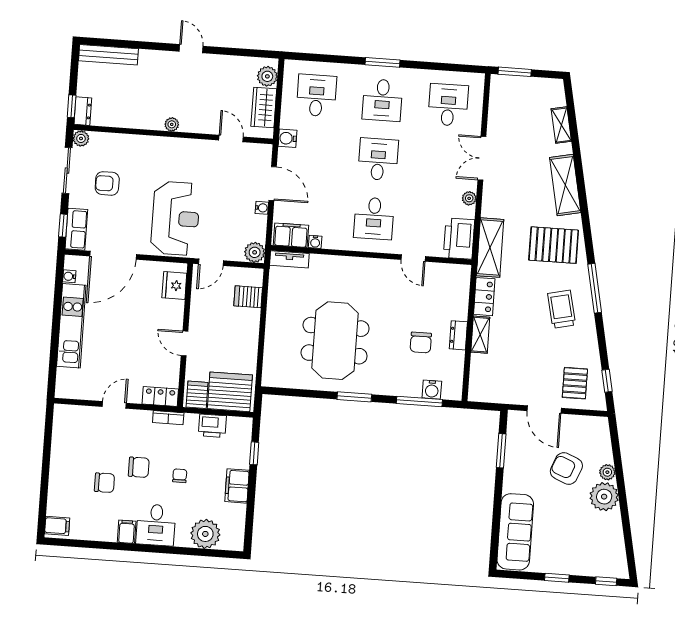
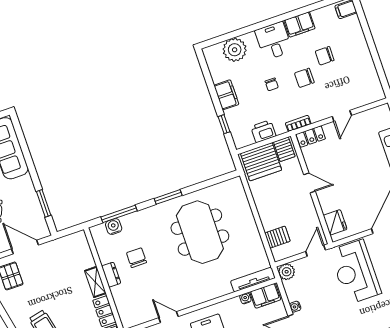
tv unit: (289, 259) -> (253, 279), width x1.41
filing cabinet: (127, 532) -> (299, 24), width x2.00

